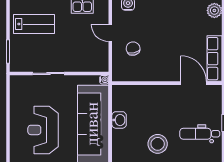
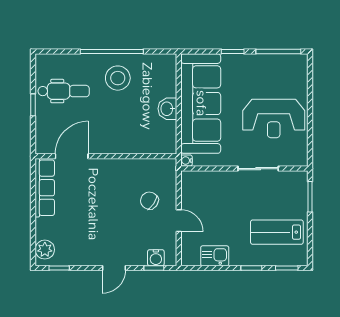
chair: (133, 49) -> (149, 201), turned 137
door: (193, 83) -> (72, 156), swing flipped
reception desk: (43, 130) -> (274, 119), moved, turned 90

